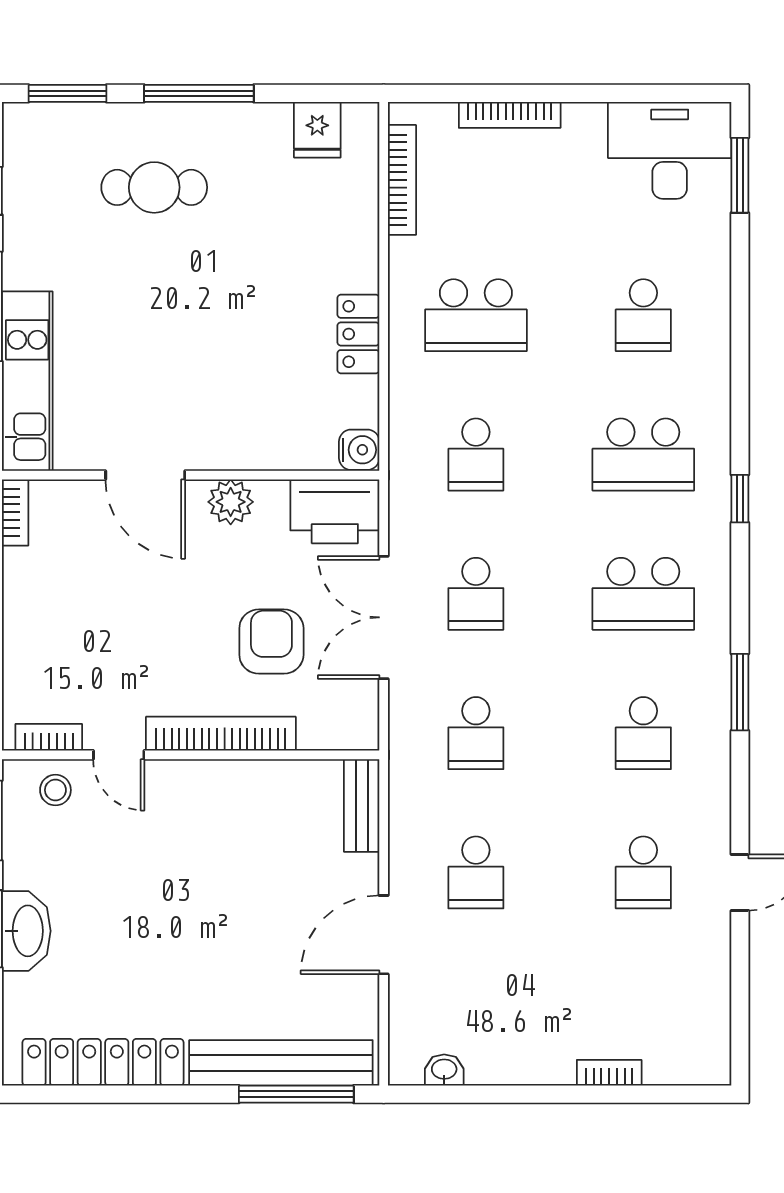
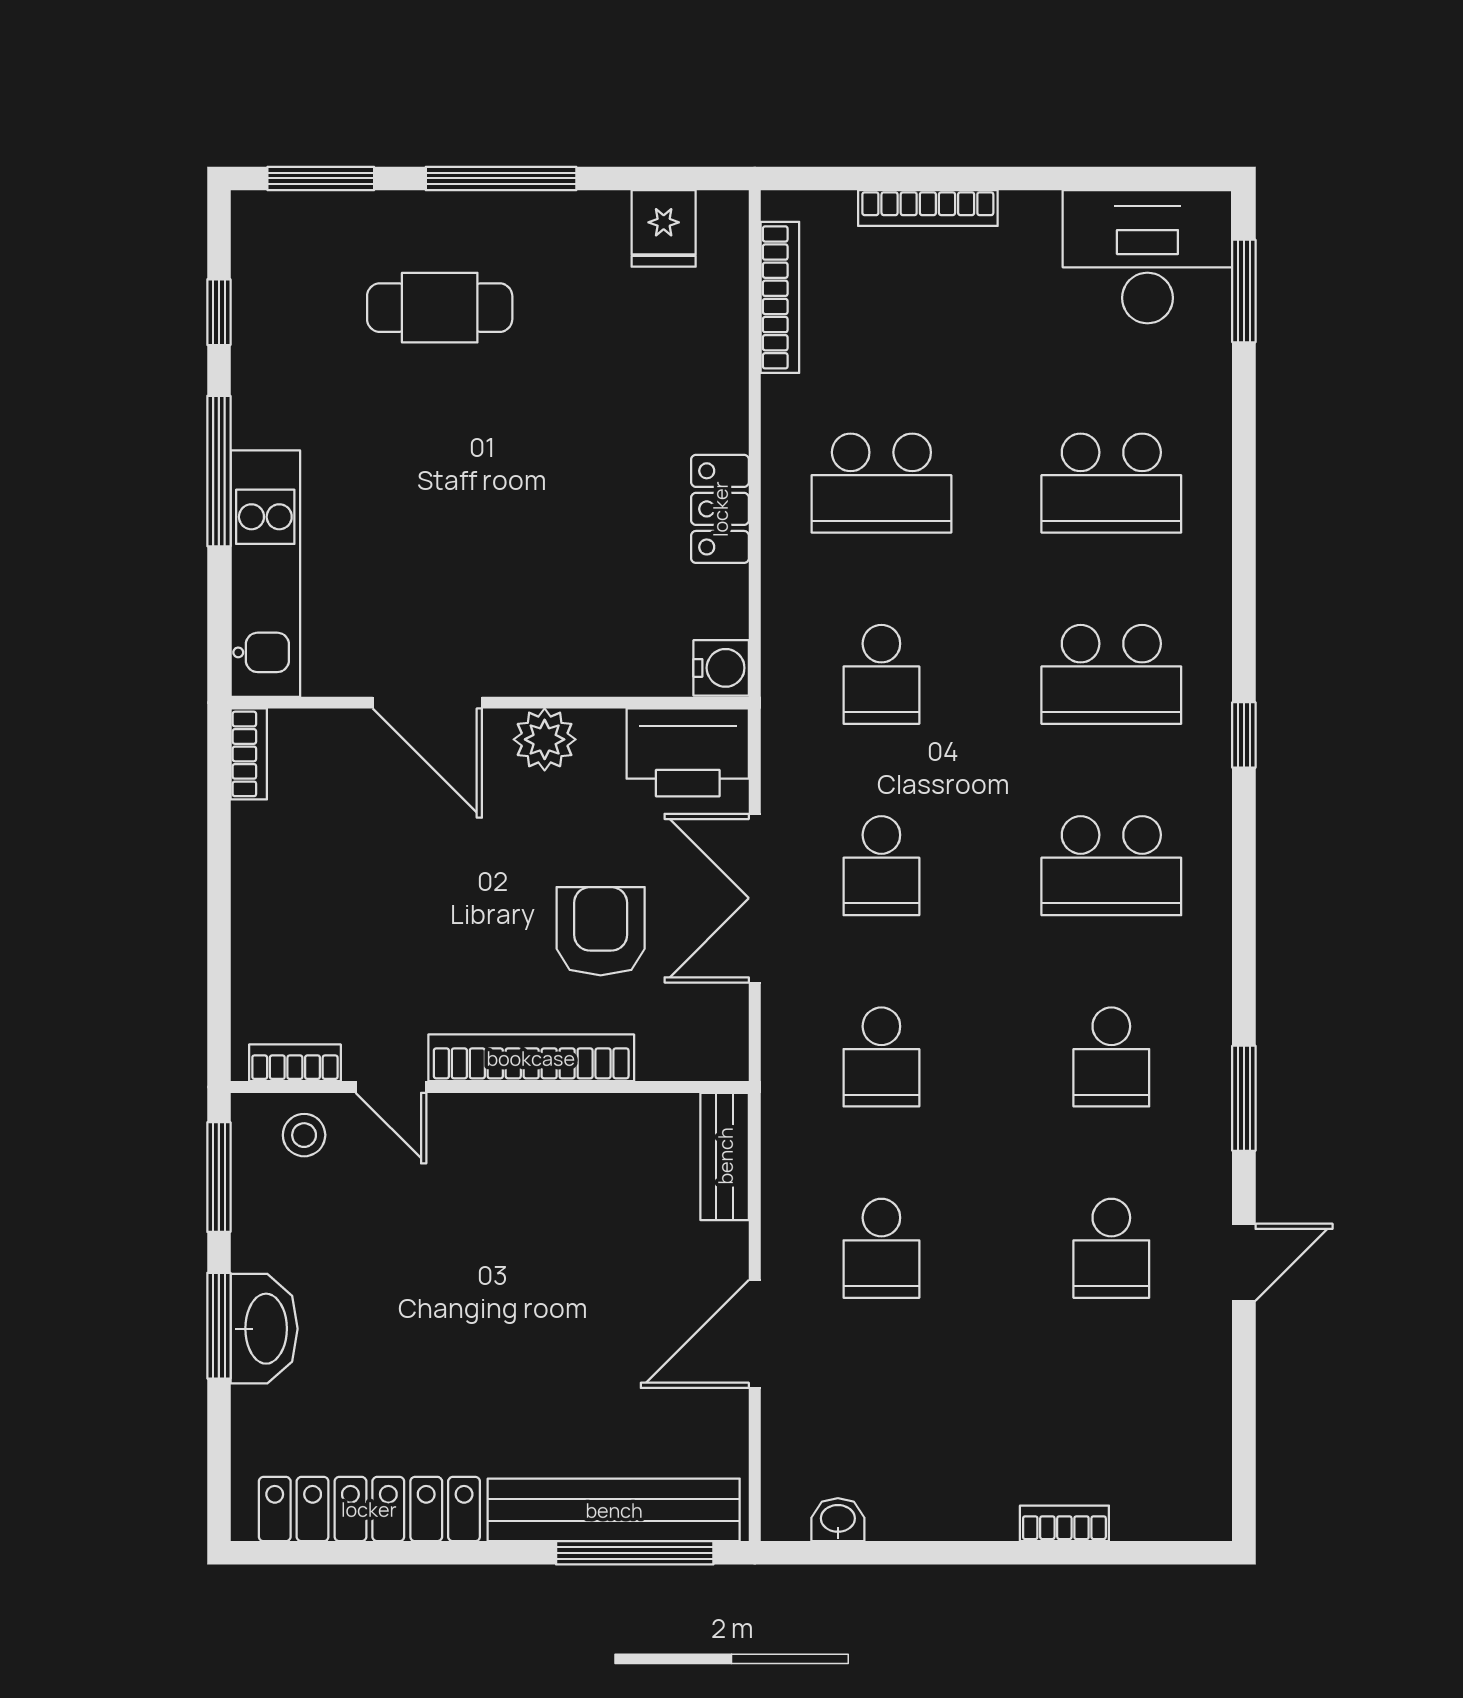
school desk: (643, 315) -> (1111, 483), width x1.85
window: (740, 692) -> (1244, 1098), moved

